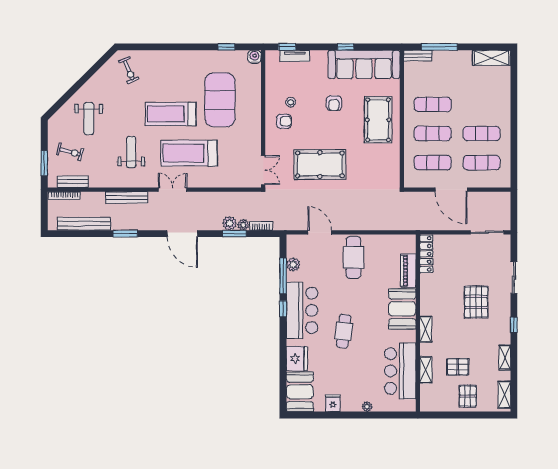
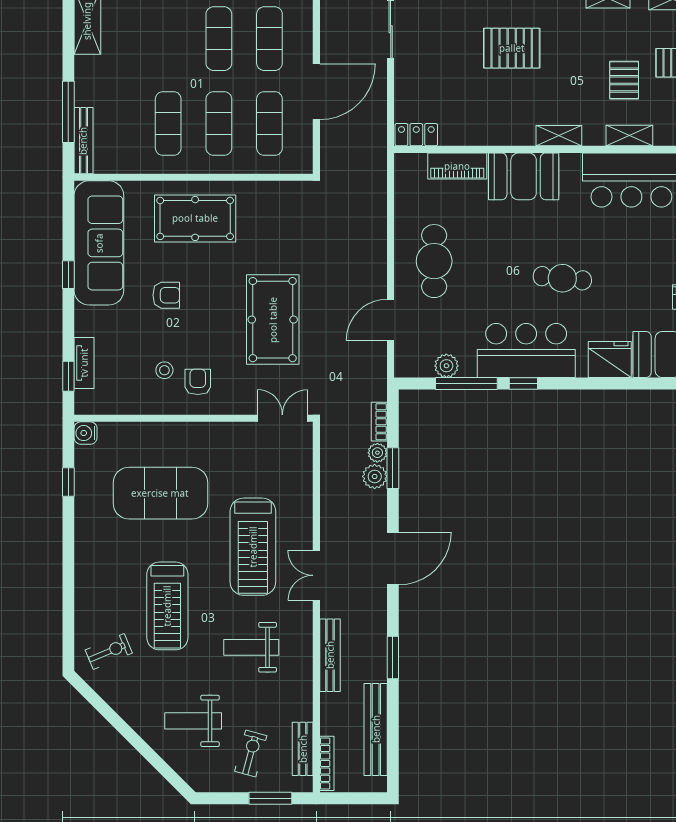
bench: (418, 56) -> (83, 141), width x1.36
treadmill: (171, 114) -> (167, 606), moved
weight bench: (89, 119) -> (193, 721), turned 180
locker: (426, 254) -> (416, 135), width x0.66
cafe table: (354, 257) -> (434, 261), turned 90

